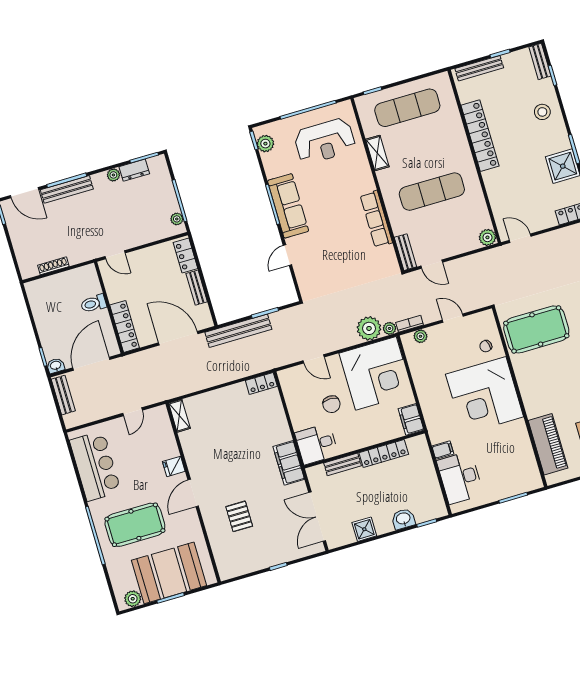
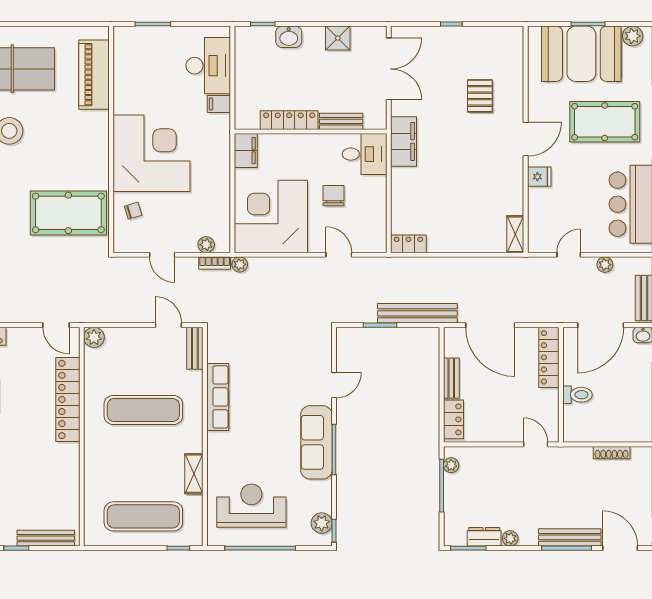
locker: (480, 136) -> (68, 399), moved
plant: (369, 328) -> (605, 265), moved, width x0.53, depth x0.53

